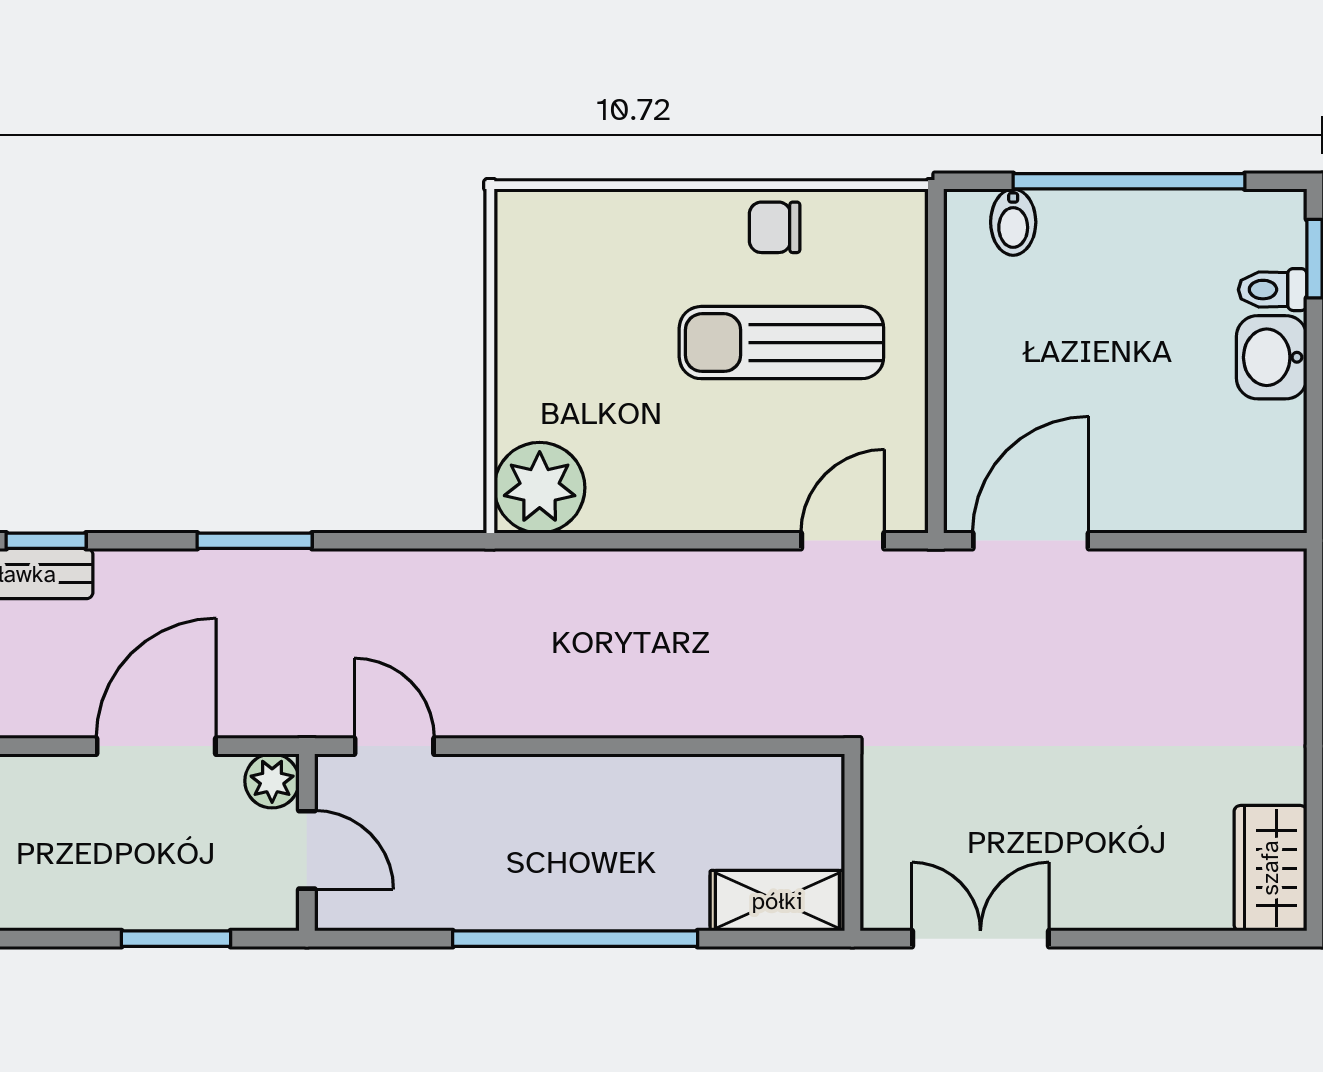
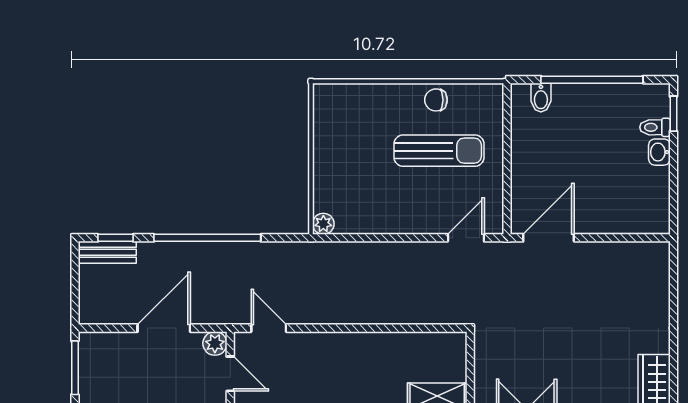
sun lounger: (781, 343) -> (439, 151), turned 180
washbasin: (1272, 357) -> (659, 152), width x0.72, depth x0.69
plant: (540, 488) -> (323, 224), width x0.53, depth x0.53
window: (255, 541) -> (207, 238), width x2.11

